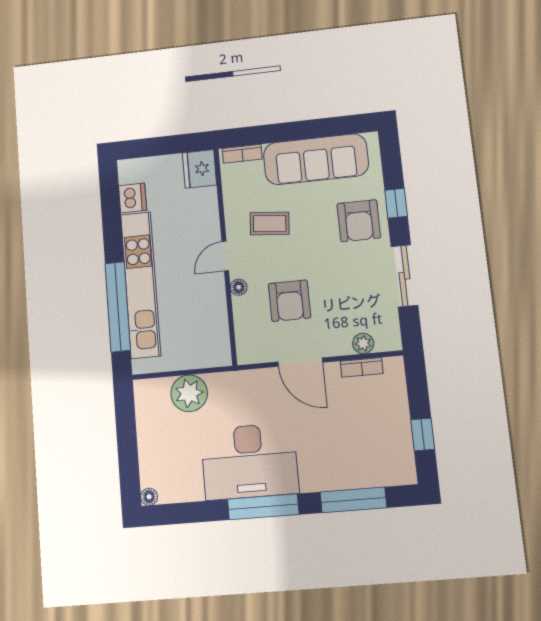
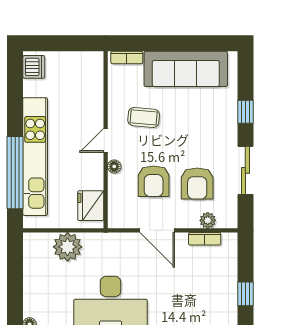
fridge: (199, 169) -> (91, 206), moved
dishwasher: (133, 198) -> (34, 67), moved
armchair: (359, 221) -> (197, 183), moved

